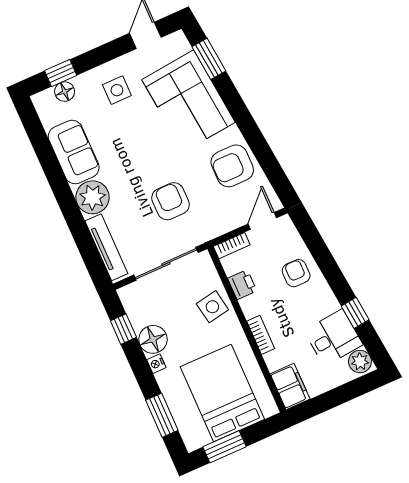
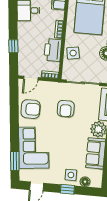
window: (61, 73) -> (67, 189), moved
side table: (117, 90) -> (71, 175), moved
armchair: (296, 273) -> (29, 47), removed
printer: (242, 285) -> (53, 50), width x1.87, depth x1.48
window: (355, 313) -> (13, 46), moved

